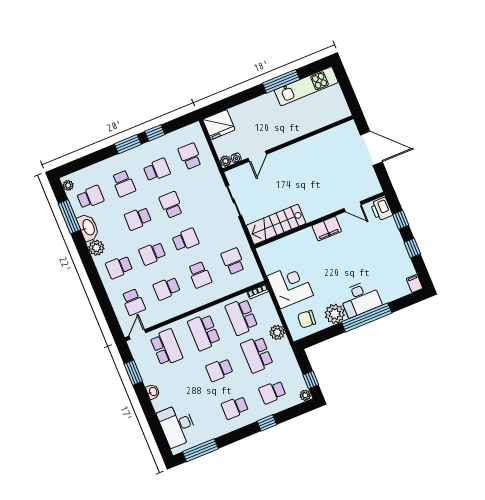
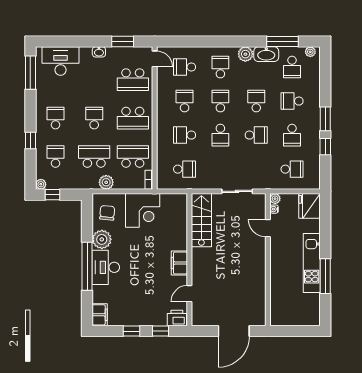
kitchen unit: (306, 86) -> (312, 263), moved
filing cabinet: (415, 283) -> (100, 315), width x2.00
school desk: (204, 332) -> (133, 118), turned 180

